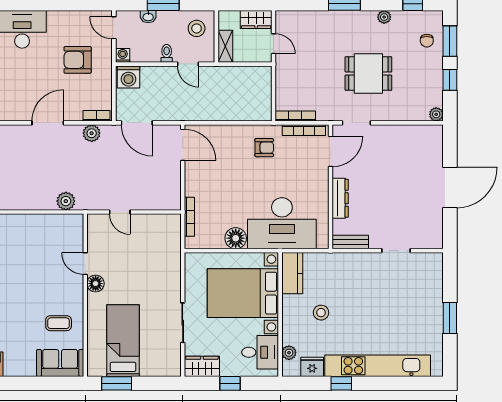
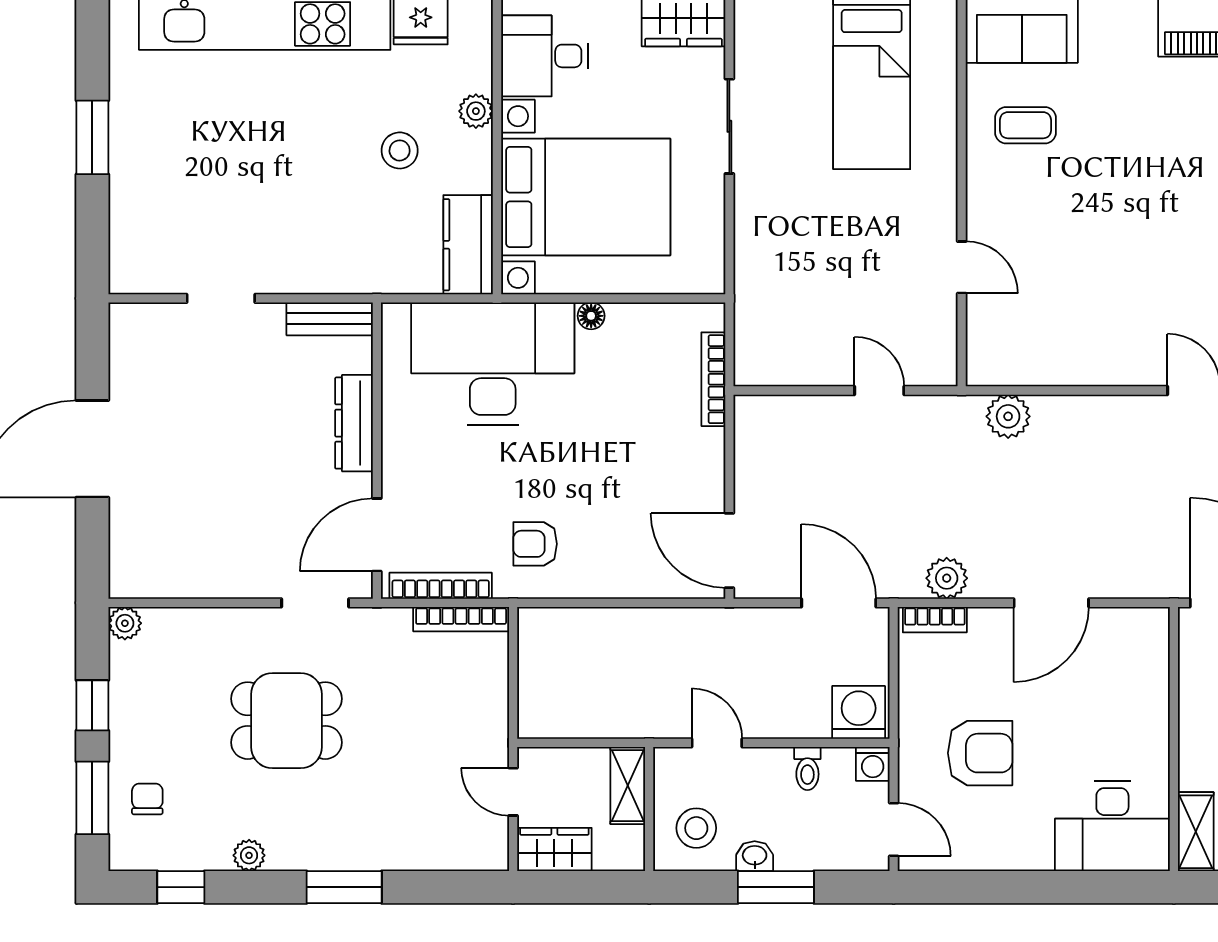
washbasin: (148, 17) -> (755, 856), moved
toilet: (167, 53) -> (807, 769), moved
floor lamp: (236, 238) -> (591, 316), width x0.53, depth x0.53
floor lamp: (96, 284) -> (937, 220), removed
plant: (289, 353) -> (476, 111), moved

